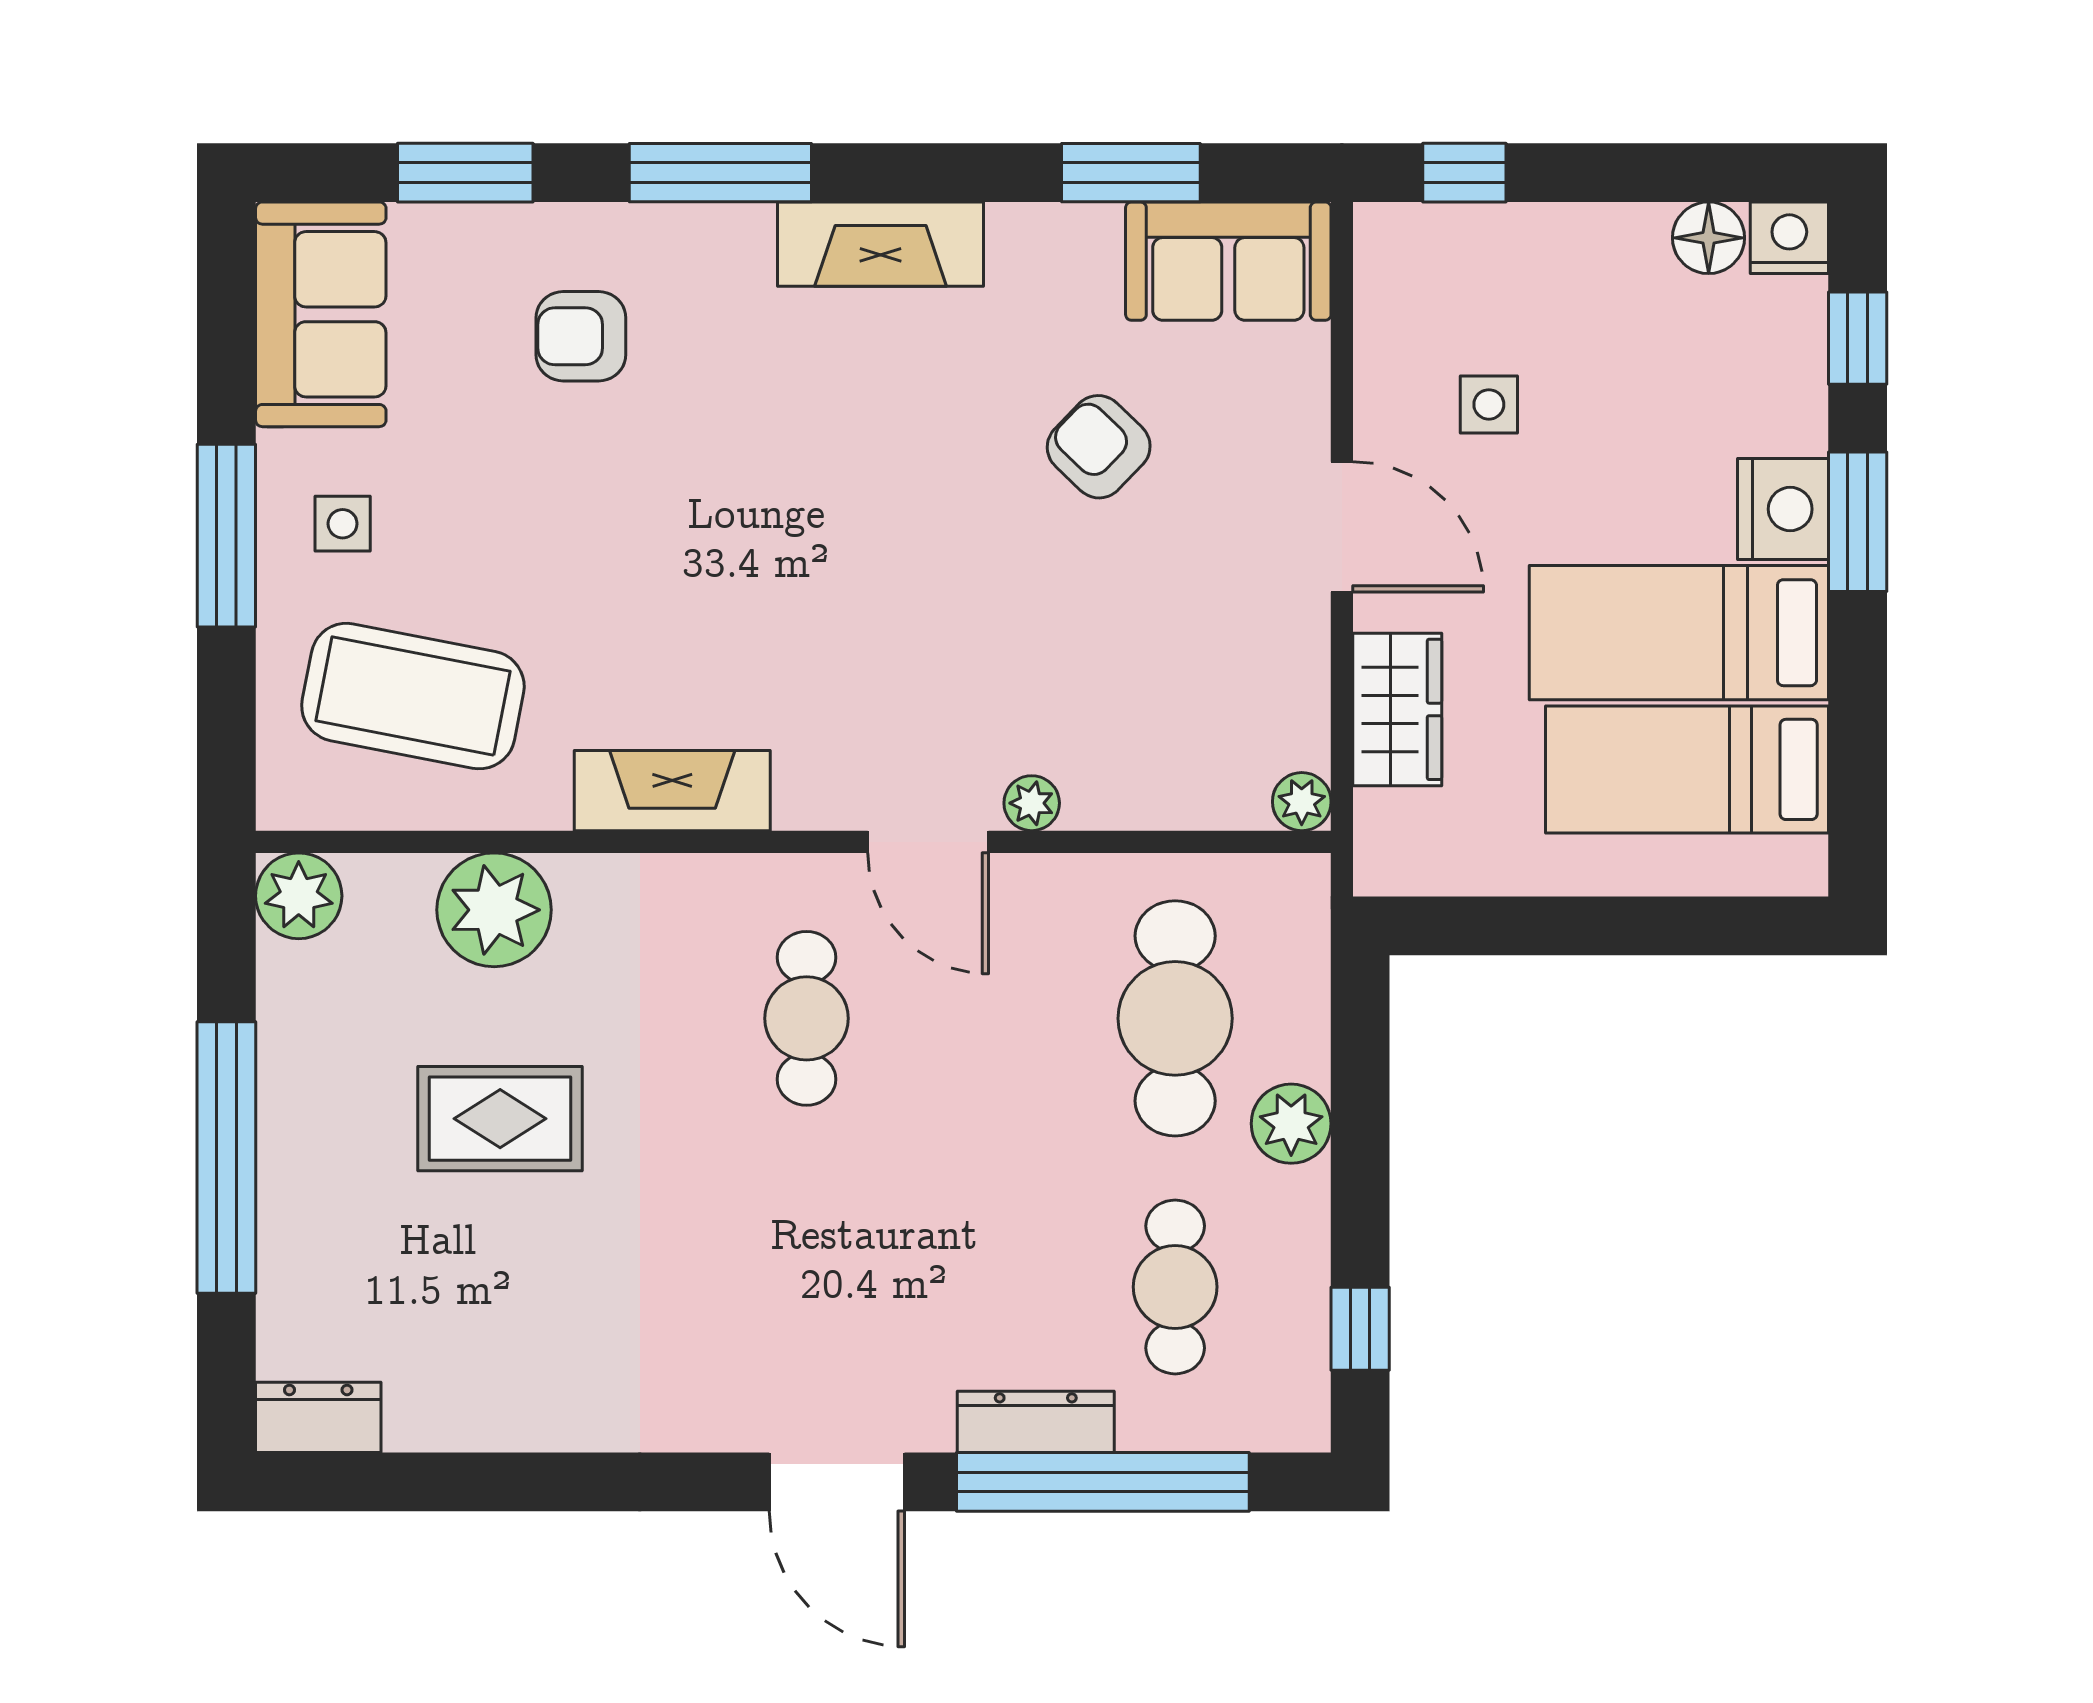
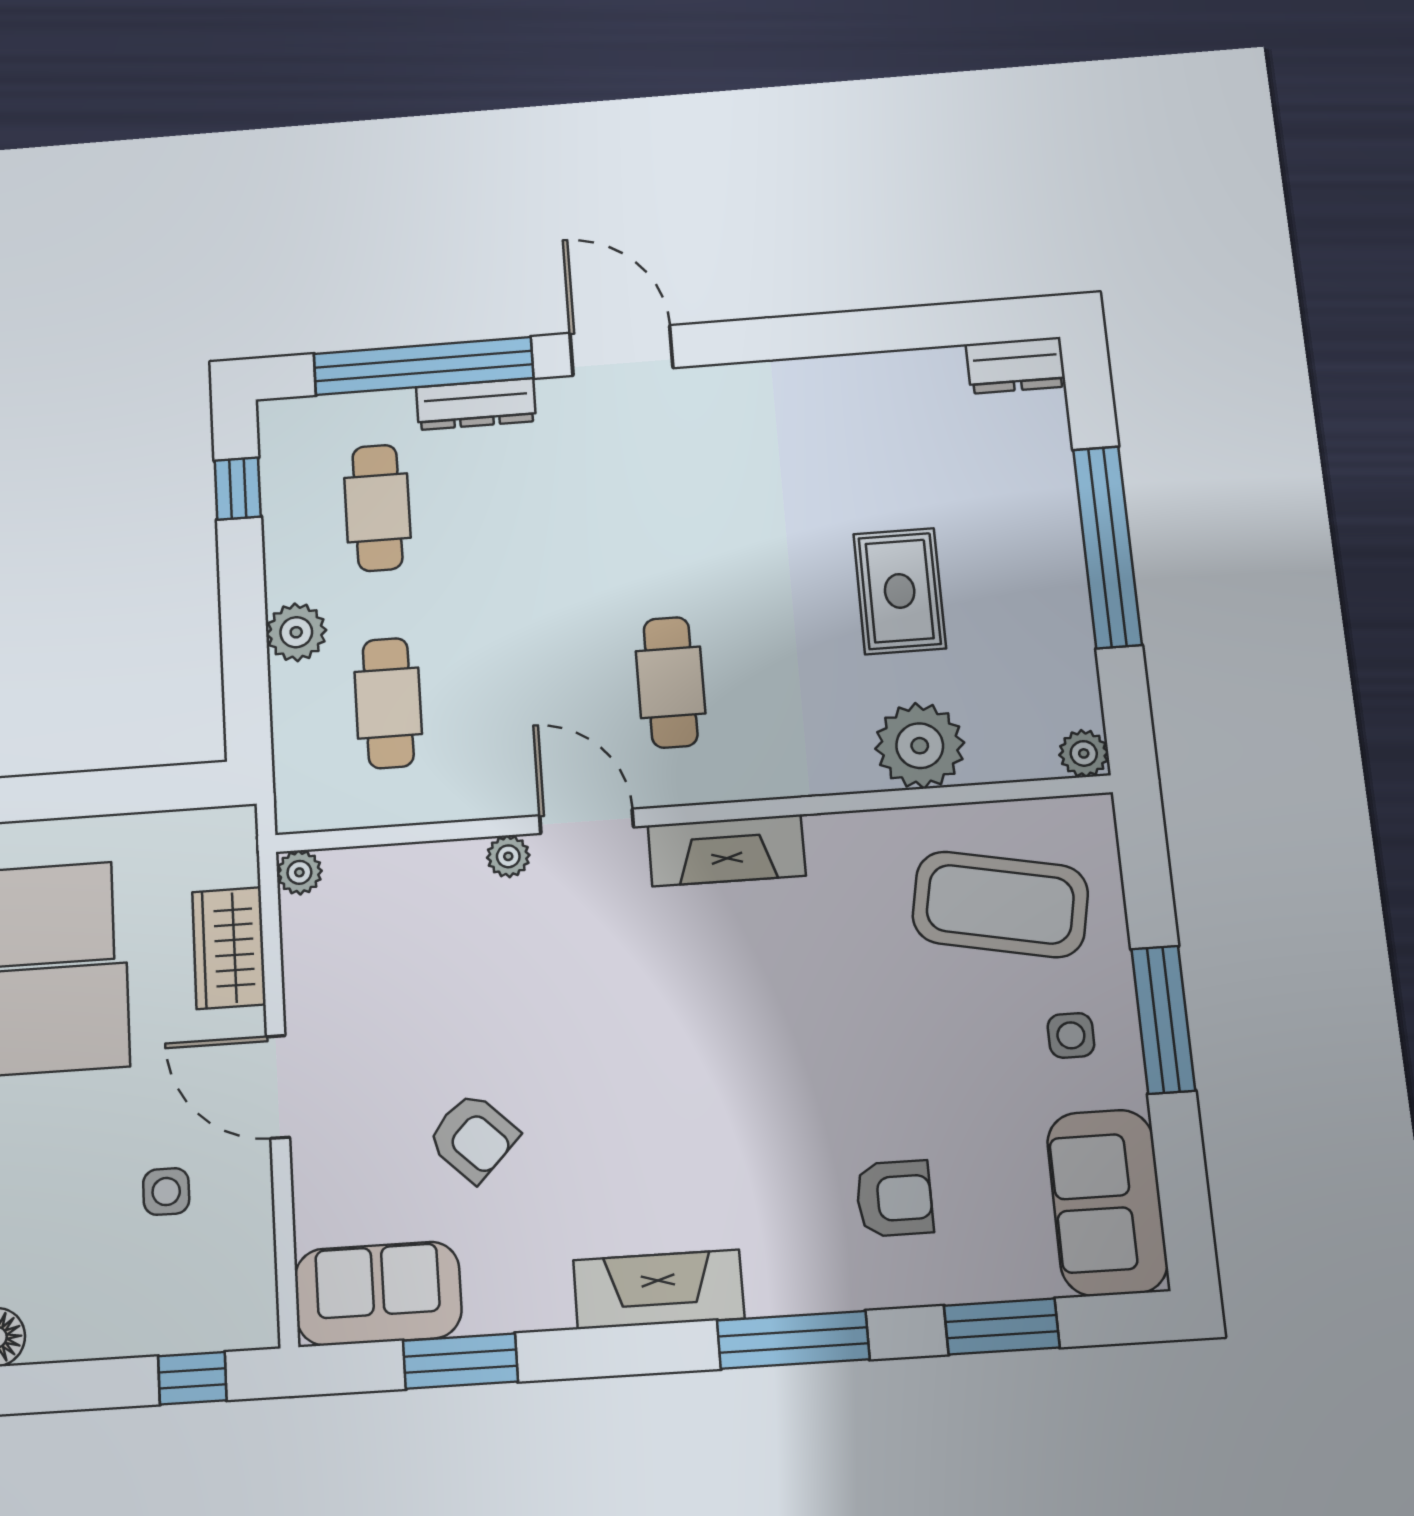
fireplace: (672, 791) -> (727, 850), moved
plant: (299, 896) -> (1084, 753), width x0.73, depth x0.73
cafe table: (1175, 1018) -> (388, 703), width x0.73, depth x0.74
rug: (500, 1119) -> (900, 591), turned 90

